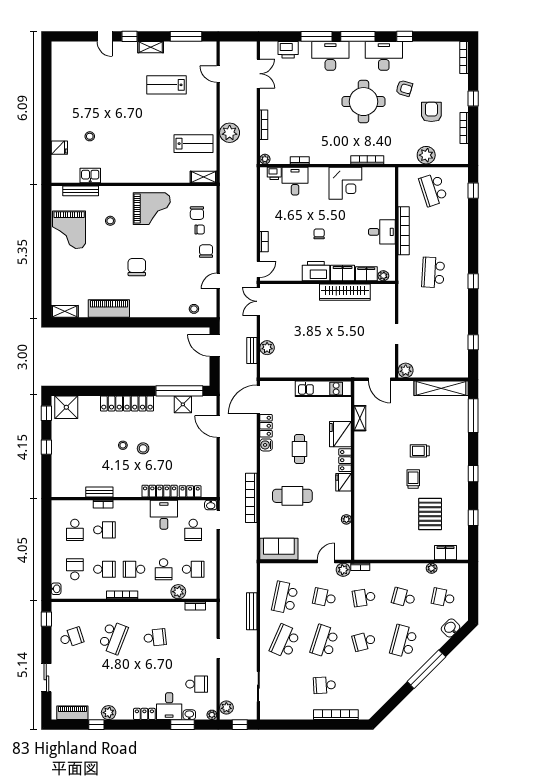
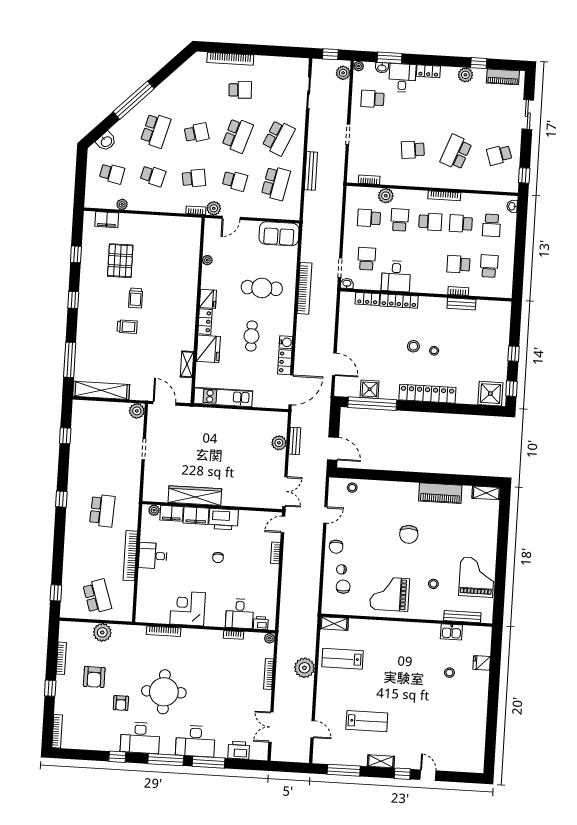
armchair: (404, 88) -> (121, 703), turned -106

